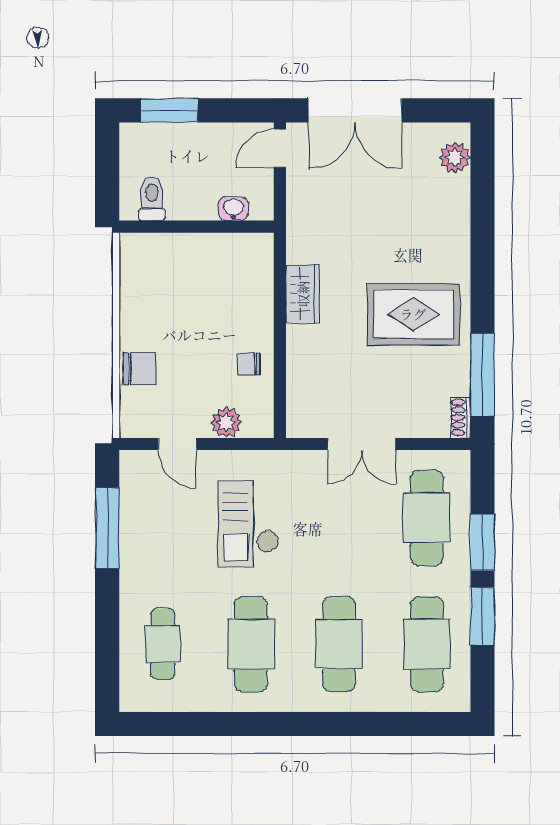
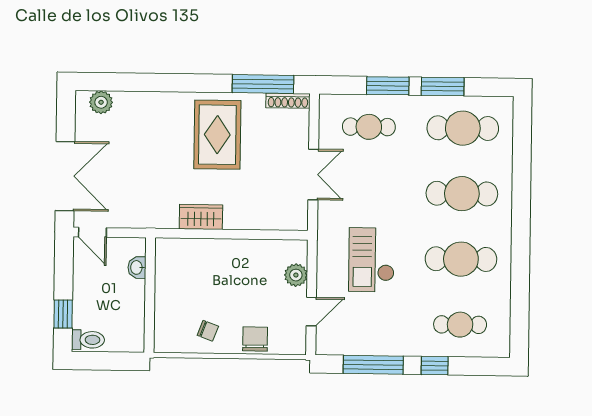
window: (170, 110) -> (63, 314), width x0.67
toilet: (152, 199) -> (88, 340), moved, turned 180
chair: (249, 364) -> (208, 331), moved, turned -69
shoe rack: (461, 417) -> (288, 101), width x1.43
cafe table: (427, 518) -> (369, 127), width x0.73, depth x0.74
checkout: (248, 524) -> (372, 260), turned 90
window: (107, 611) -> (435, 366), added

